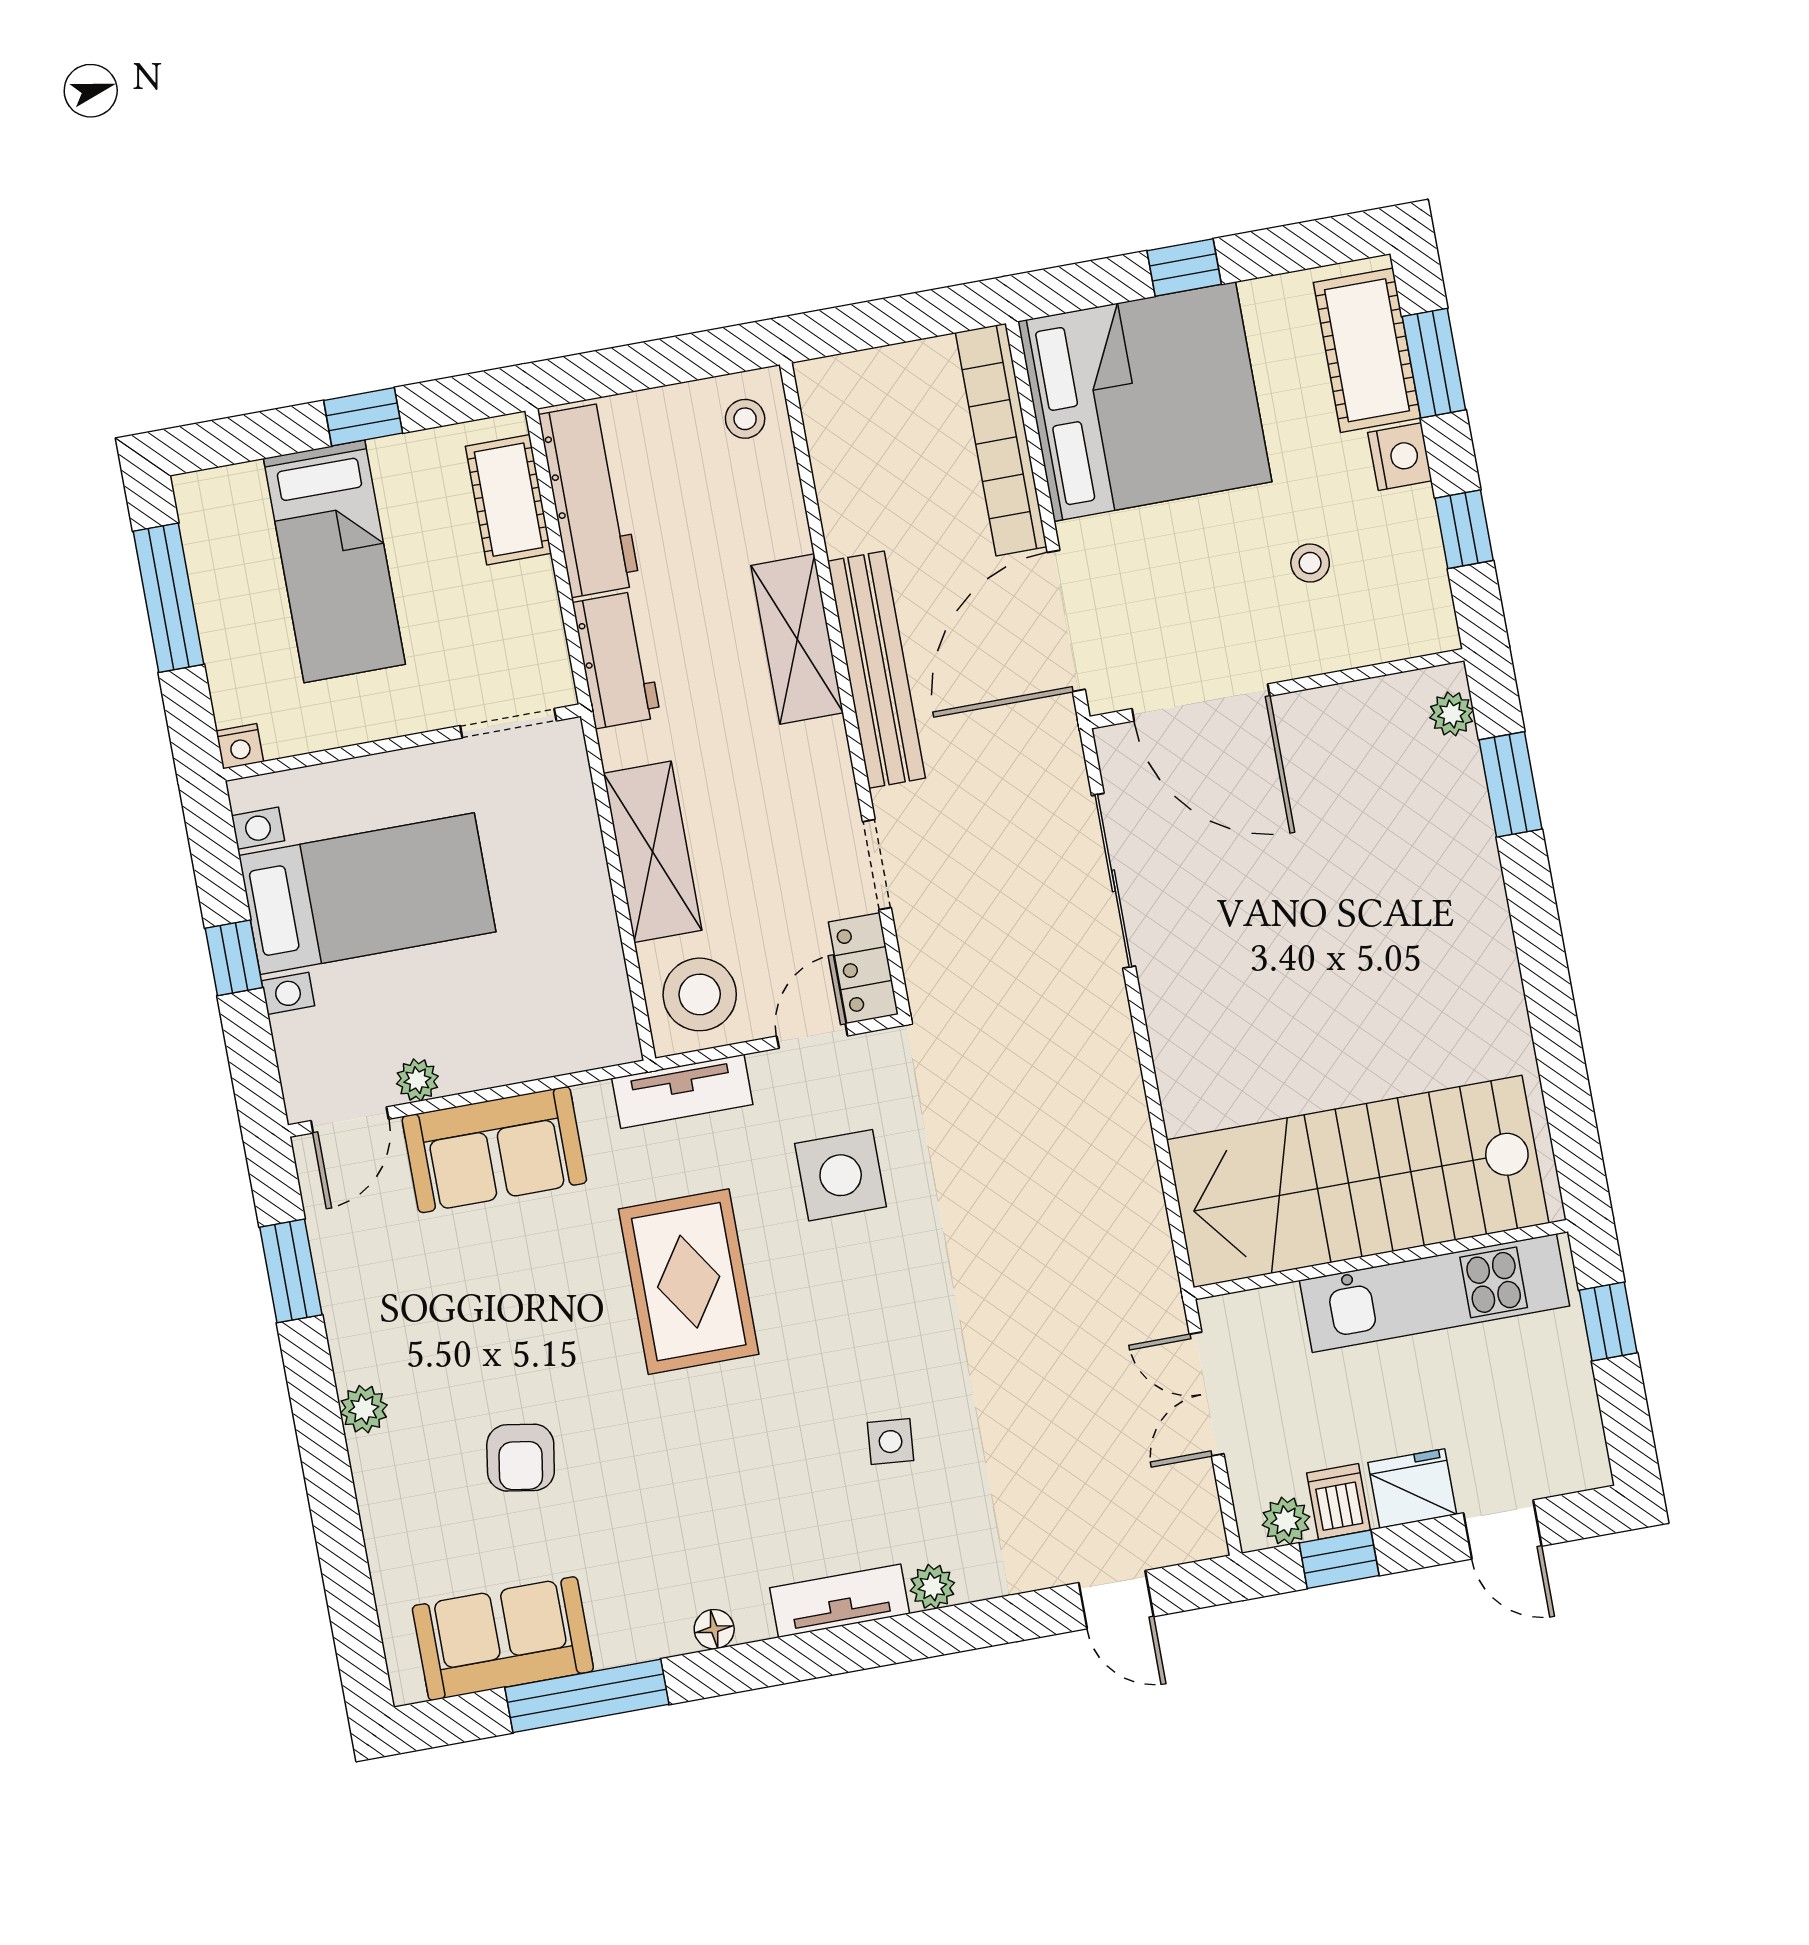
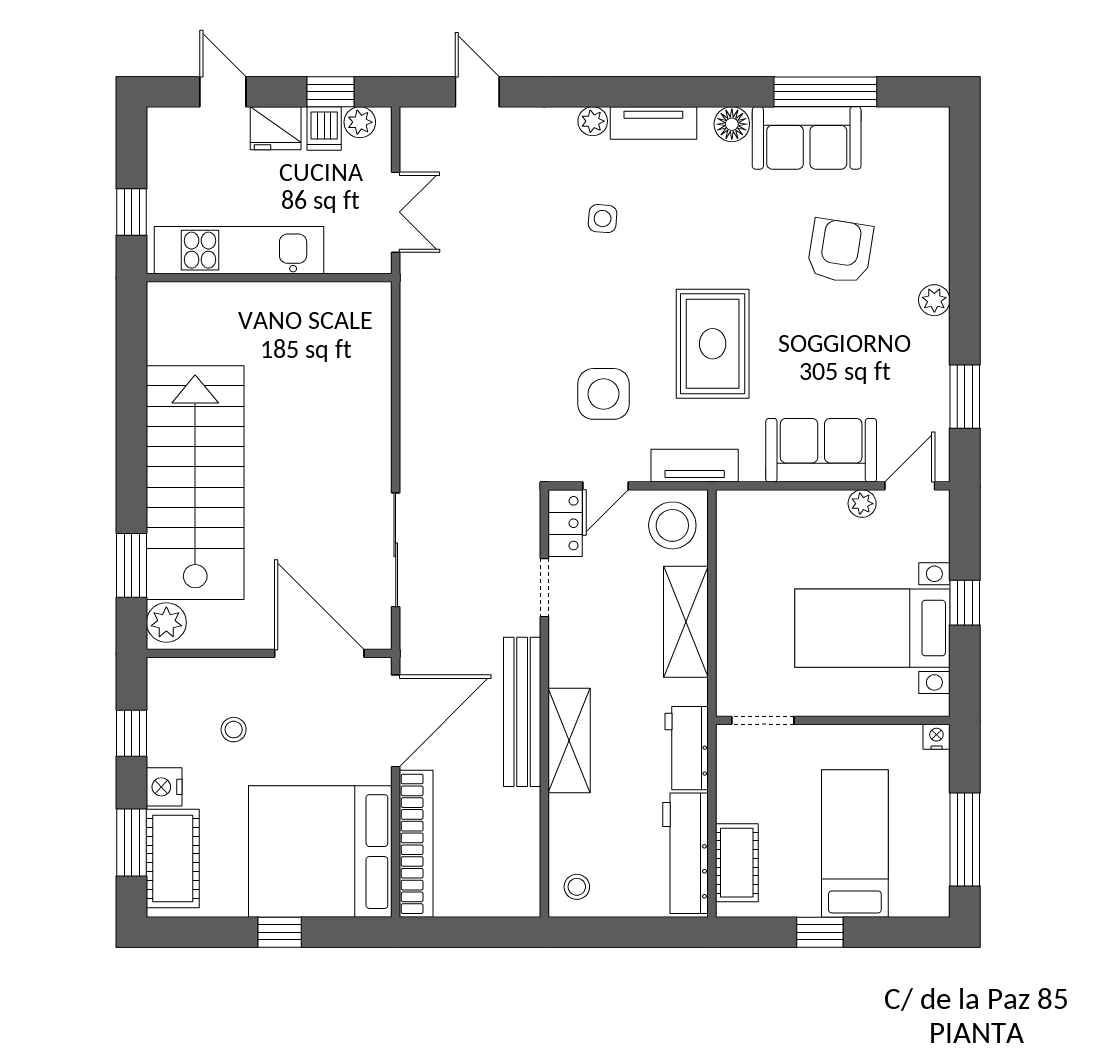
plant: (1452, 714) -> (166, 622), width x1.38, depth x1.38
stairs: (1358, 1181) -> (195, 483), moved, turned -90
armchair: (521, 1458) -> (840, 251), width x1.38, depth x1.38
floor lamp: (714, 1629) -> (732, 124), width x1.37, depth x1.37
sofa: (503, 1639) -> (807, 138), moved

